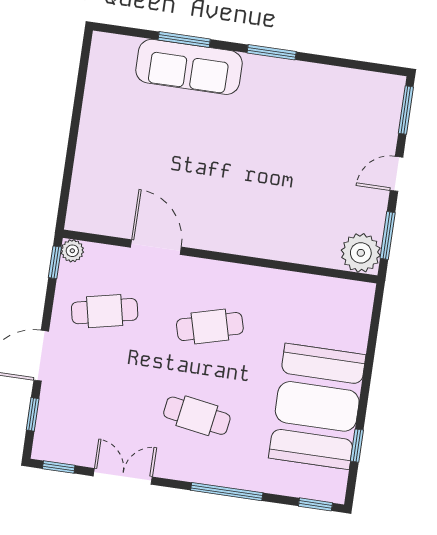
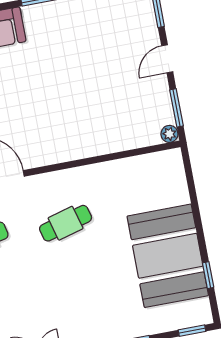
plant: (361, 253) -> (169, 134), width x0.53, depth x0.53
cafe table: (197, 416) -> (79, 294), removed

